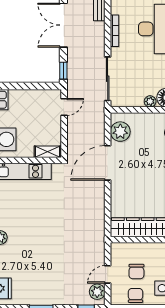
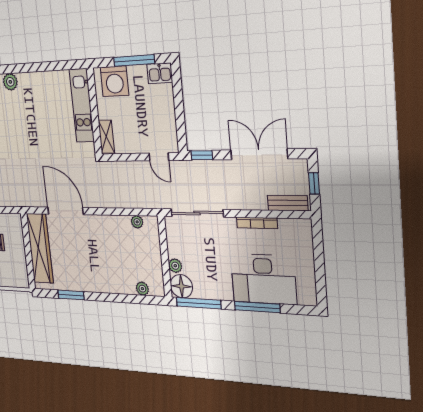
plant: (120, 132) -> (137, 222), width x0.53, depth x0.53
door: (108, 163) -> (65, 211), moved

